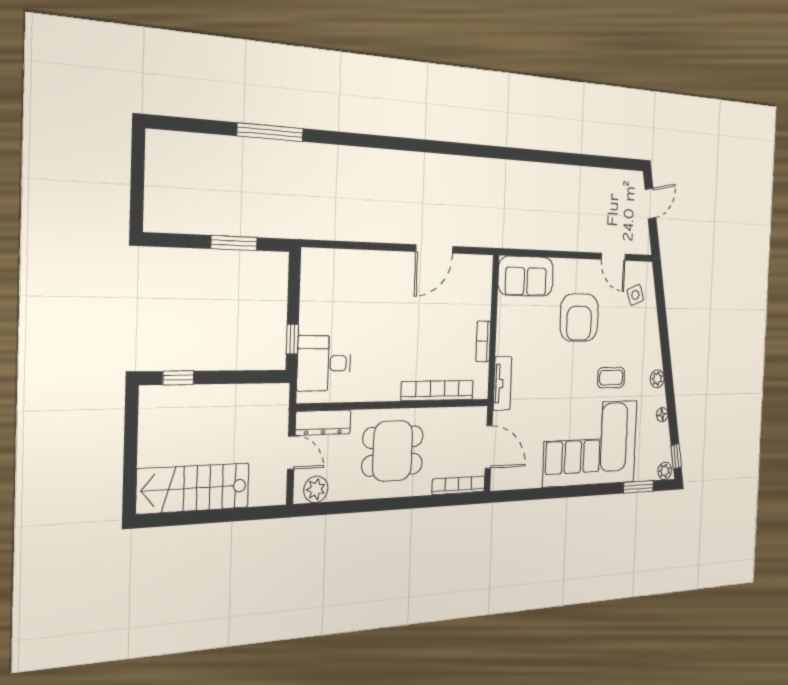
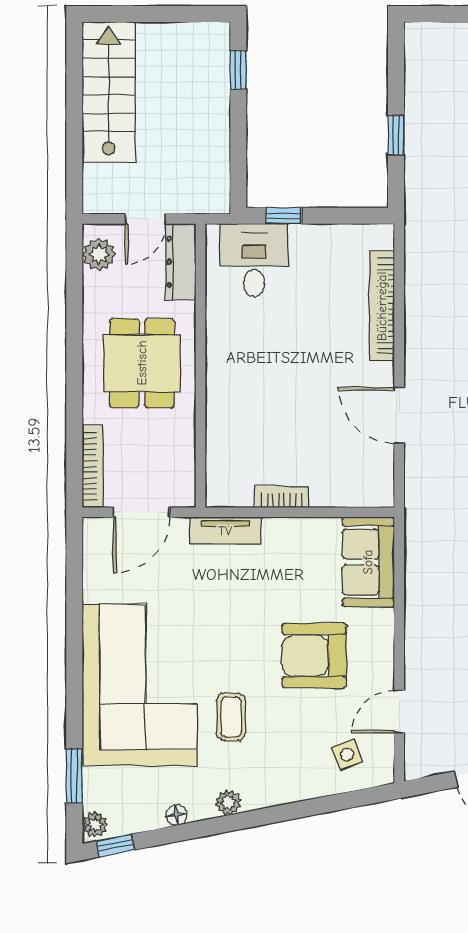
window: (234, 243) -> (396, 135), width x0.67
bookcase: (437, 390) -> (382, 306), moved, turned 180

